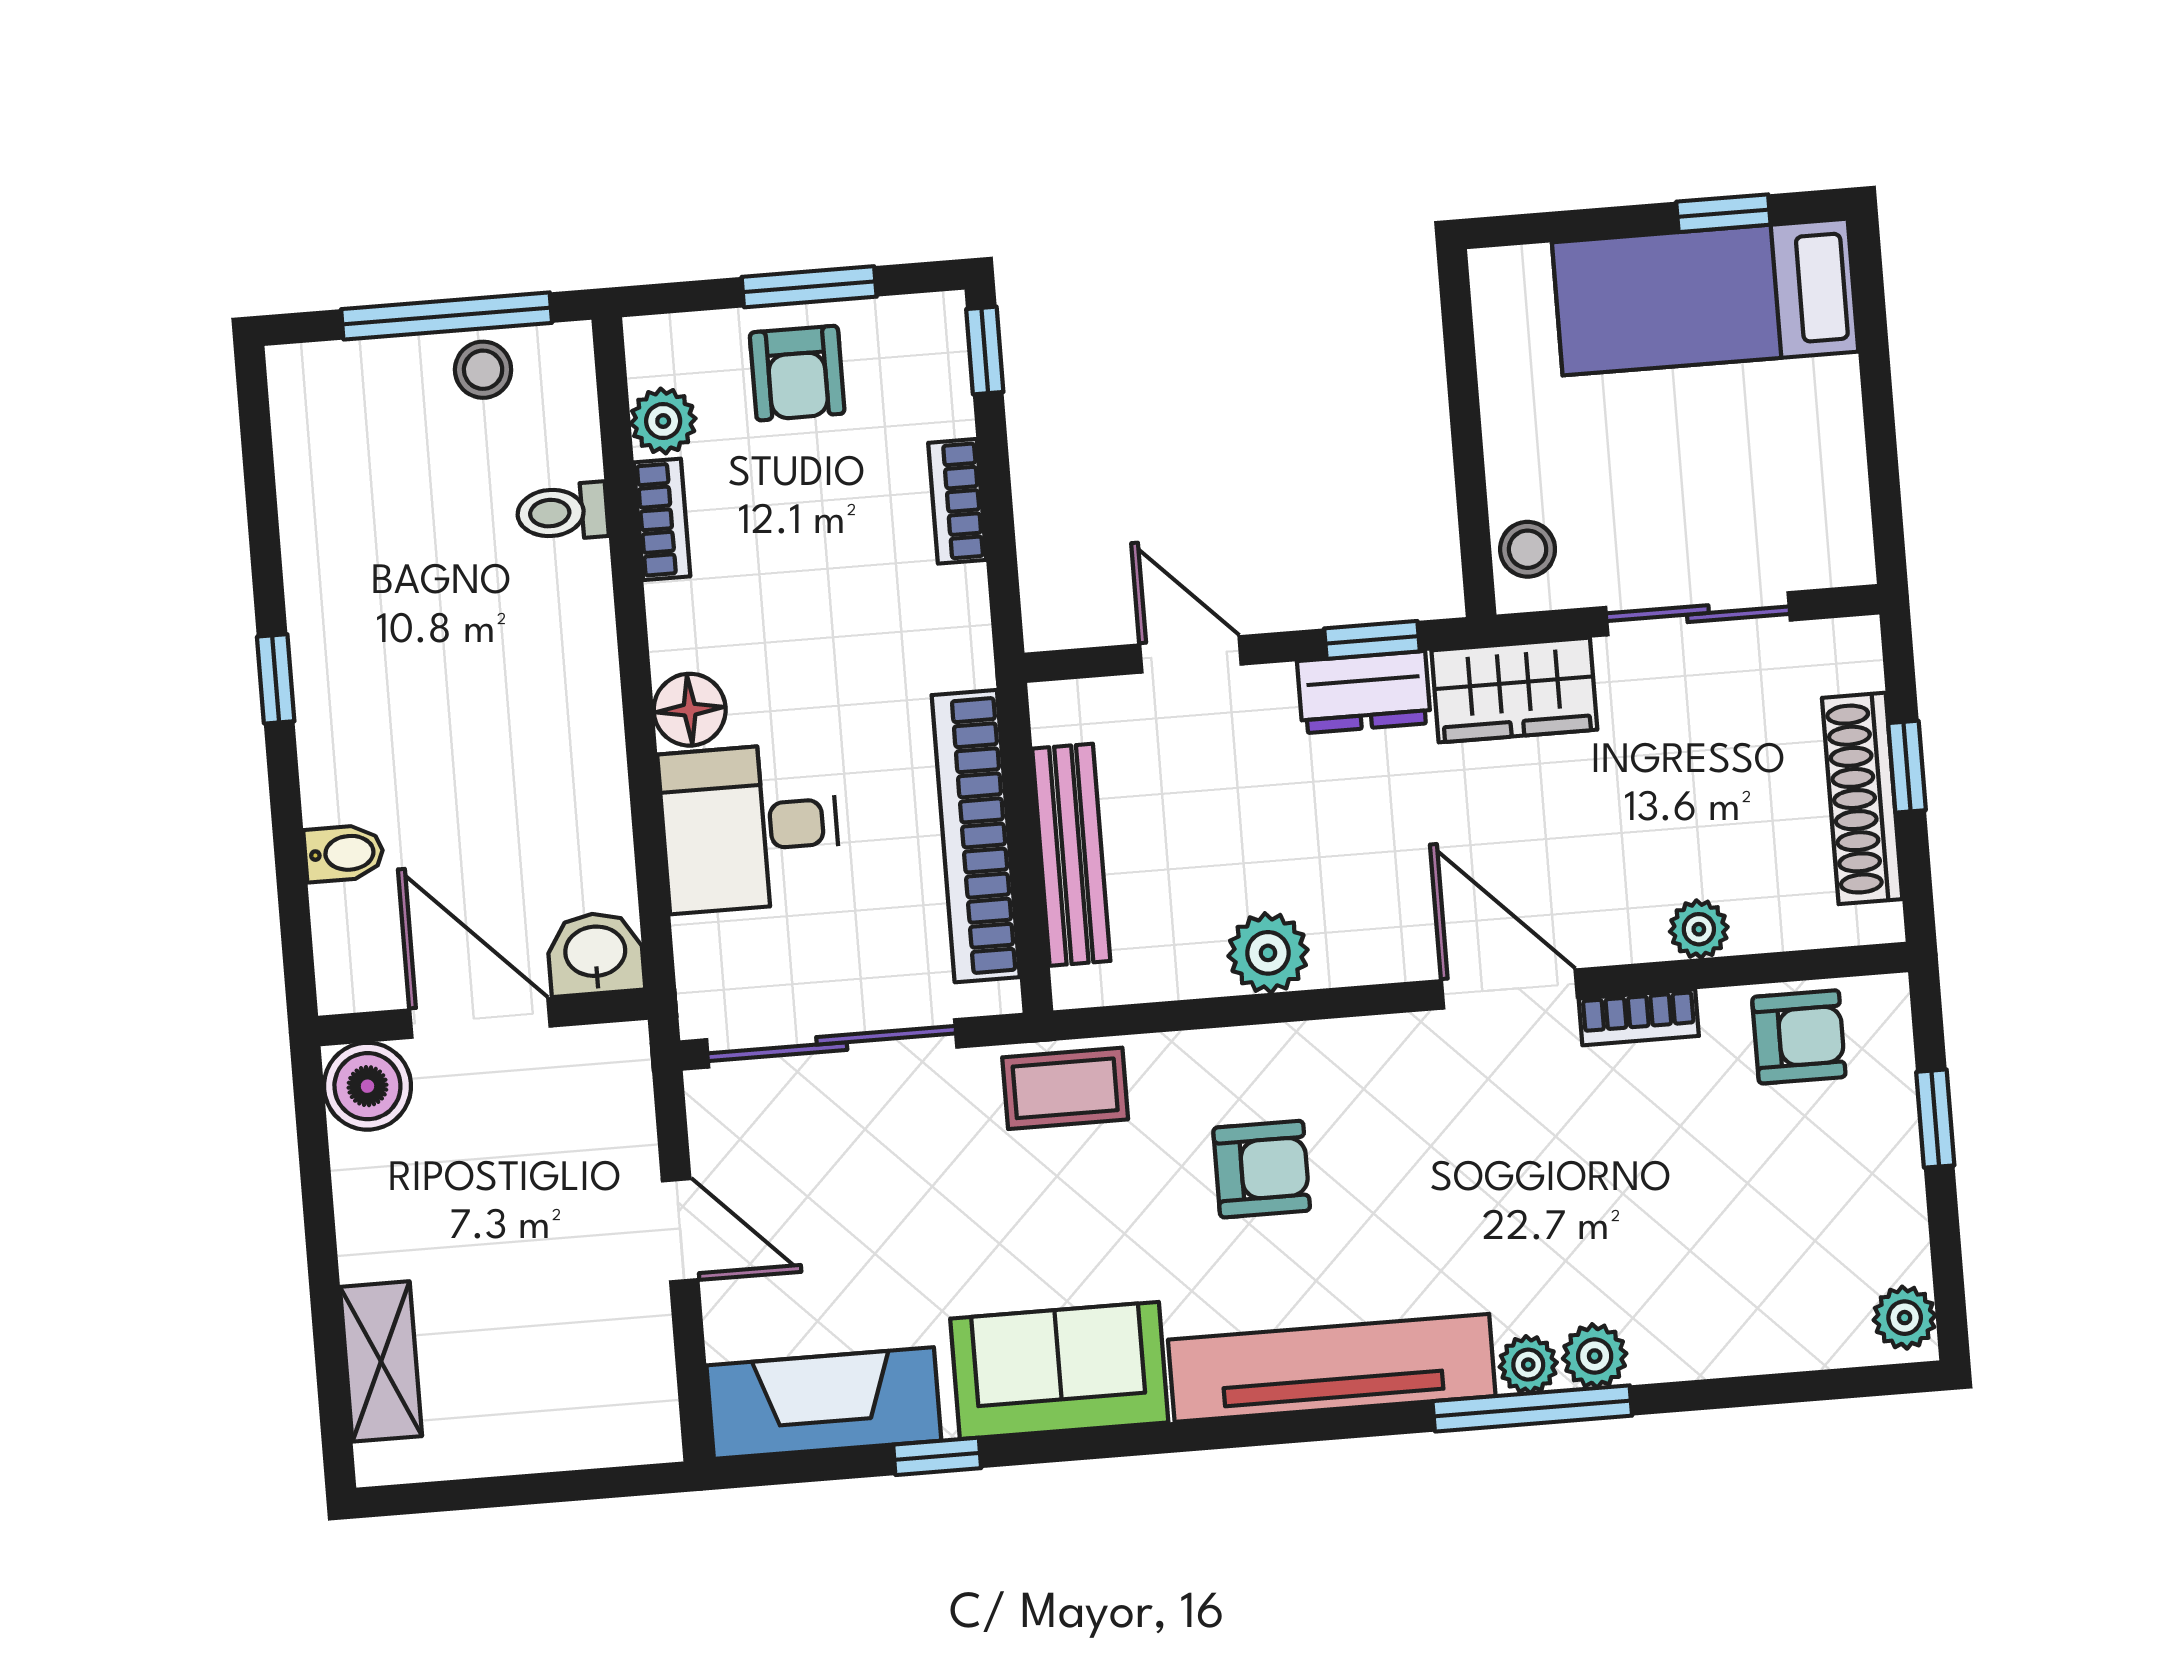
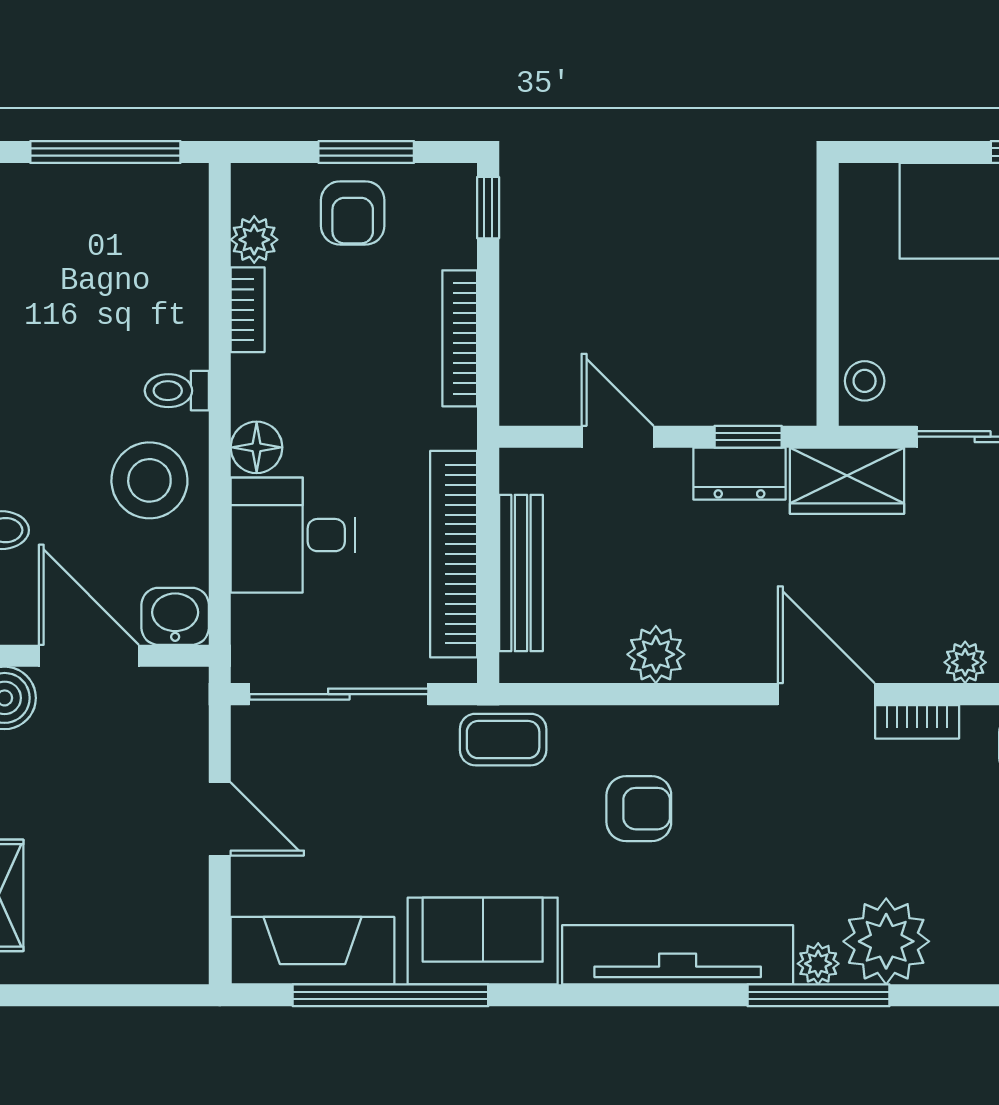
stool: (483, 370) -> (149, 480), moved, width x1.89, depth x1.89
bookcase: (957, 501) -> (460, 338), width x1.56
toilet: (562, 512) -> (177, 391), moved
plant: (1595, 1356) -> (886, 941), width x1.87, depth x1.87
window: (937, 1456) -> (390, 995), width x3.17

